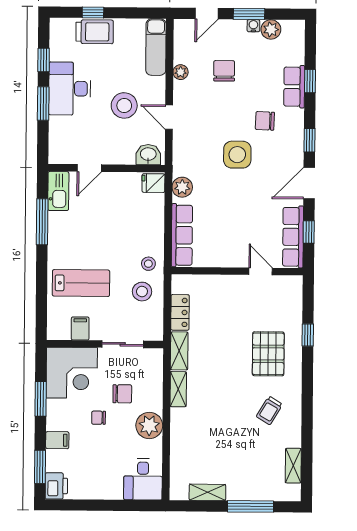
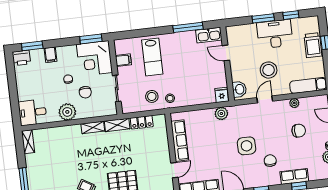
row of seats: (182, 235) -> (180, 141), moved, turned -90
window: (41, 399) -> (91, 39), moved
shelving: (207, 492) -> (28, 142), moved

